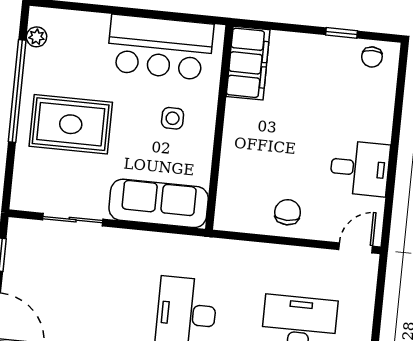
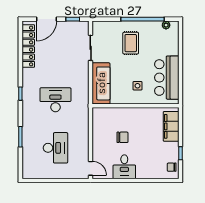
filing cabinet: (248, 63) -> (171, 126), moved, turned 90
rug: (71, 124) -> (131, 43), width x0.73, depth x0.70
chair: (288, 212) -> (123, 137), moved

